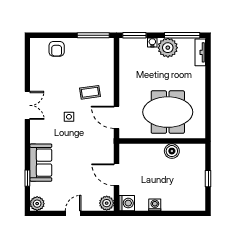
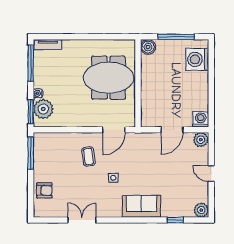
plant: (168, 48) -> (43, 109), moved
double door: (27, 105) -> (82, 220), moved
meeting table: (168, 112) -> (108, 78), turned 90
boiler: (172, 151) -> (148, 47), moved
sofa: (41, 163) -> (142, 206), moved
window: (208, 179) -> (176, 37), width x2.17
washing machine: (155, 205) -> (197, 59), moved, width x1.89, depth x1.89

